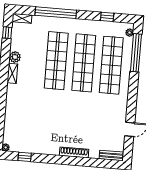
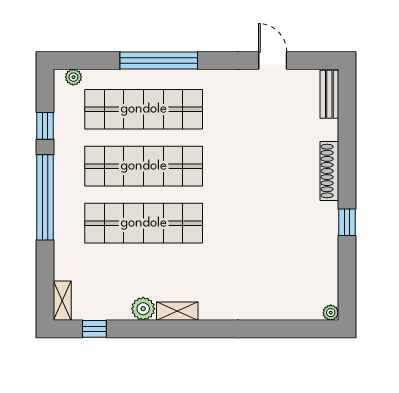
window: (56, 13) -> (45, 197), moved
window: (136, 53) -> (159, 60), moved
window: (25, 157) -> (347, 222), moved

